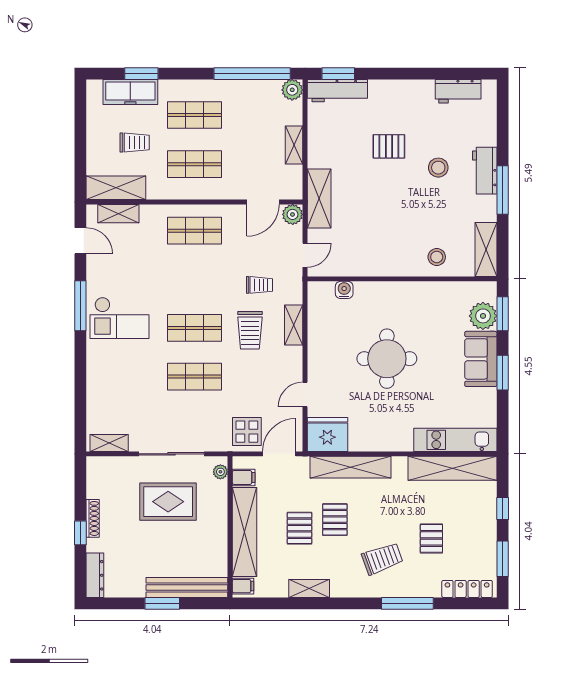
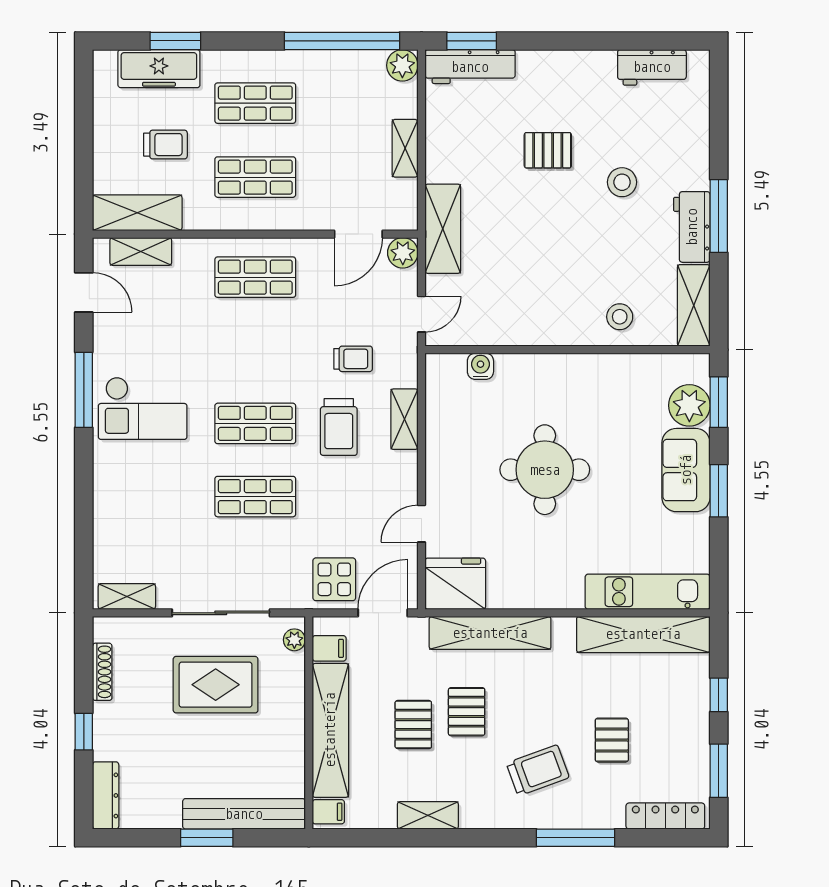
workbench: (485, 171) -> (692, 227), moved
shoe rack: (93, 518) -> (102, 672), moved

